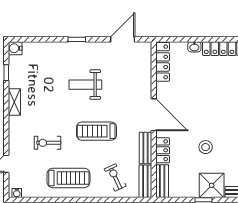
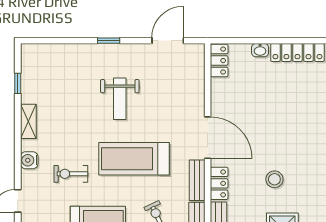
water cooler: (15, 48) -> (29, 160), moved
locker: (163, 62) -> (219, 61), width x0.66
weight bench: (85, 85) -> (120, 99), turned -90
treadmill: (97, 131) -> (134, 159), width x1.37, depth x1.38

